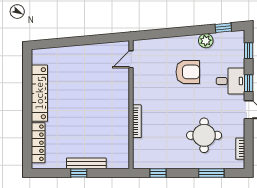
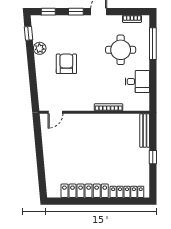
door: (131, 59) -> (55, 112), hinge flipped
desk: (230, 81) -> (137, 82), moved, turned 90
bench: (86, 163) -> (145, 131), moved
window: (158, 173) -> (153, 89), removed
window: (211, 173) -> (153, 44), width x1.44

